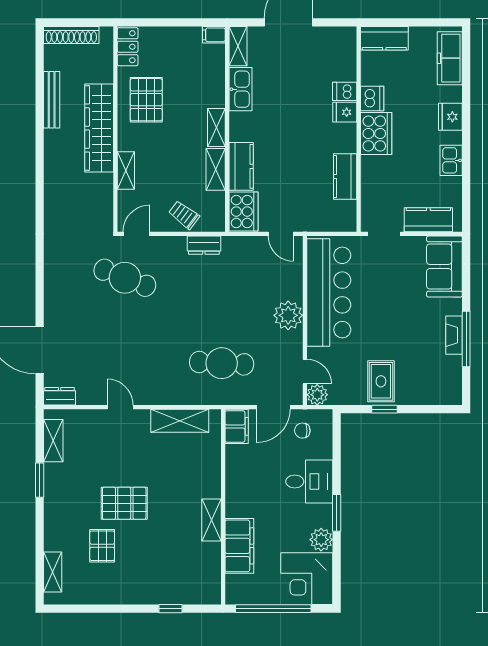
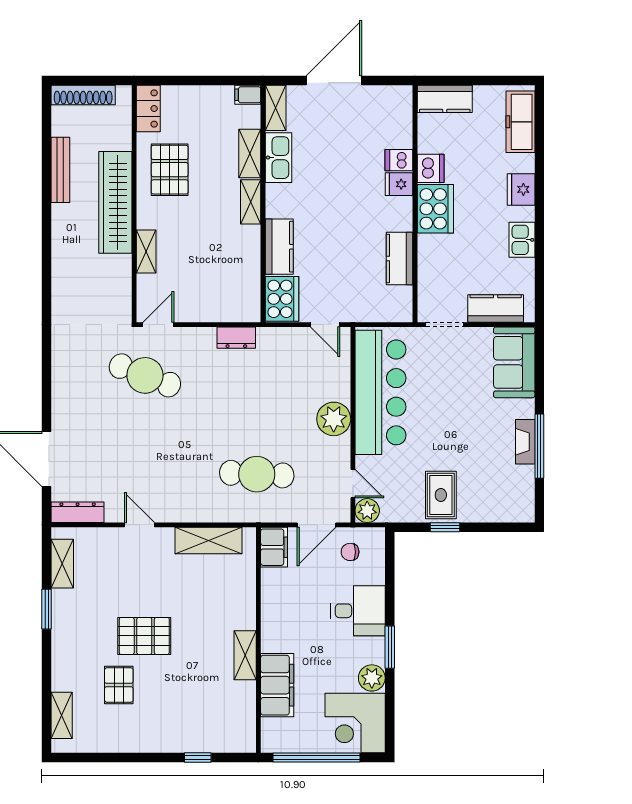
shelving: (216, 169) -> (250, 153), moved
trolley: (184, 215) -> (213, 303), removed
dresser: (60, 396) -> (78, 512), width x1.44

